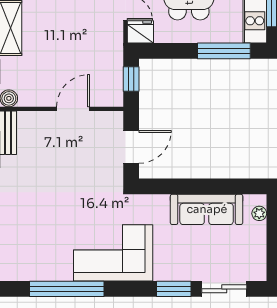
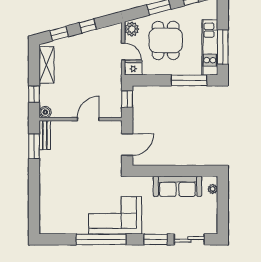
window: (67, 289) -> (101, 239), moved

